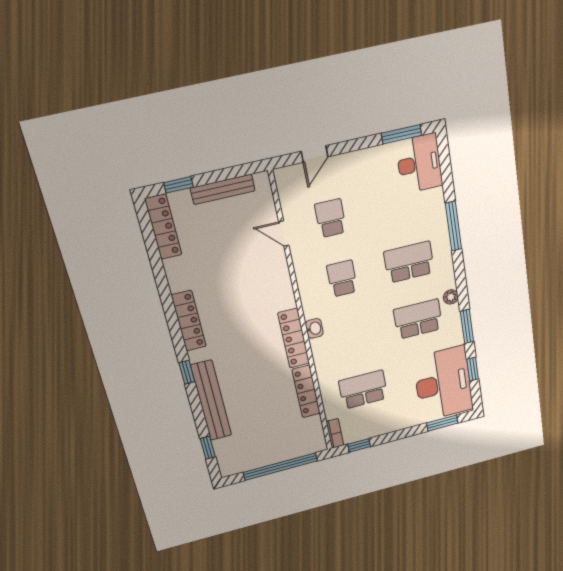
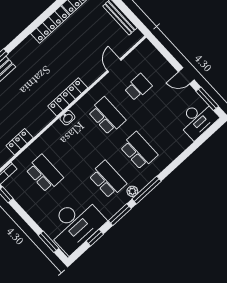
door: (314, 154) -> (186, 76), moved
window: (454, 226) -> (147, 190), moved
school desk: (342, 279) -> (107, 116), width x1.85
locker: (189, 321) -> (50, 25), moved
locker: (294, 338) -> (68, 97), moved
locker: (306, 391) -> (20, 142), width x0.66

